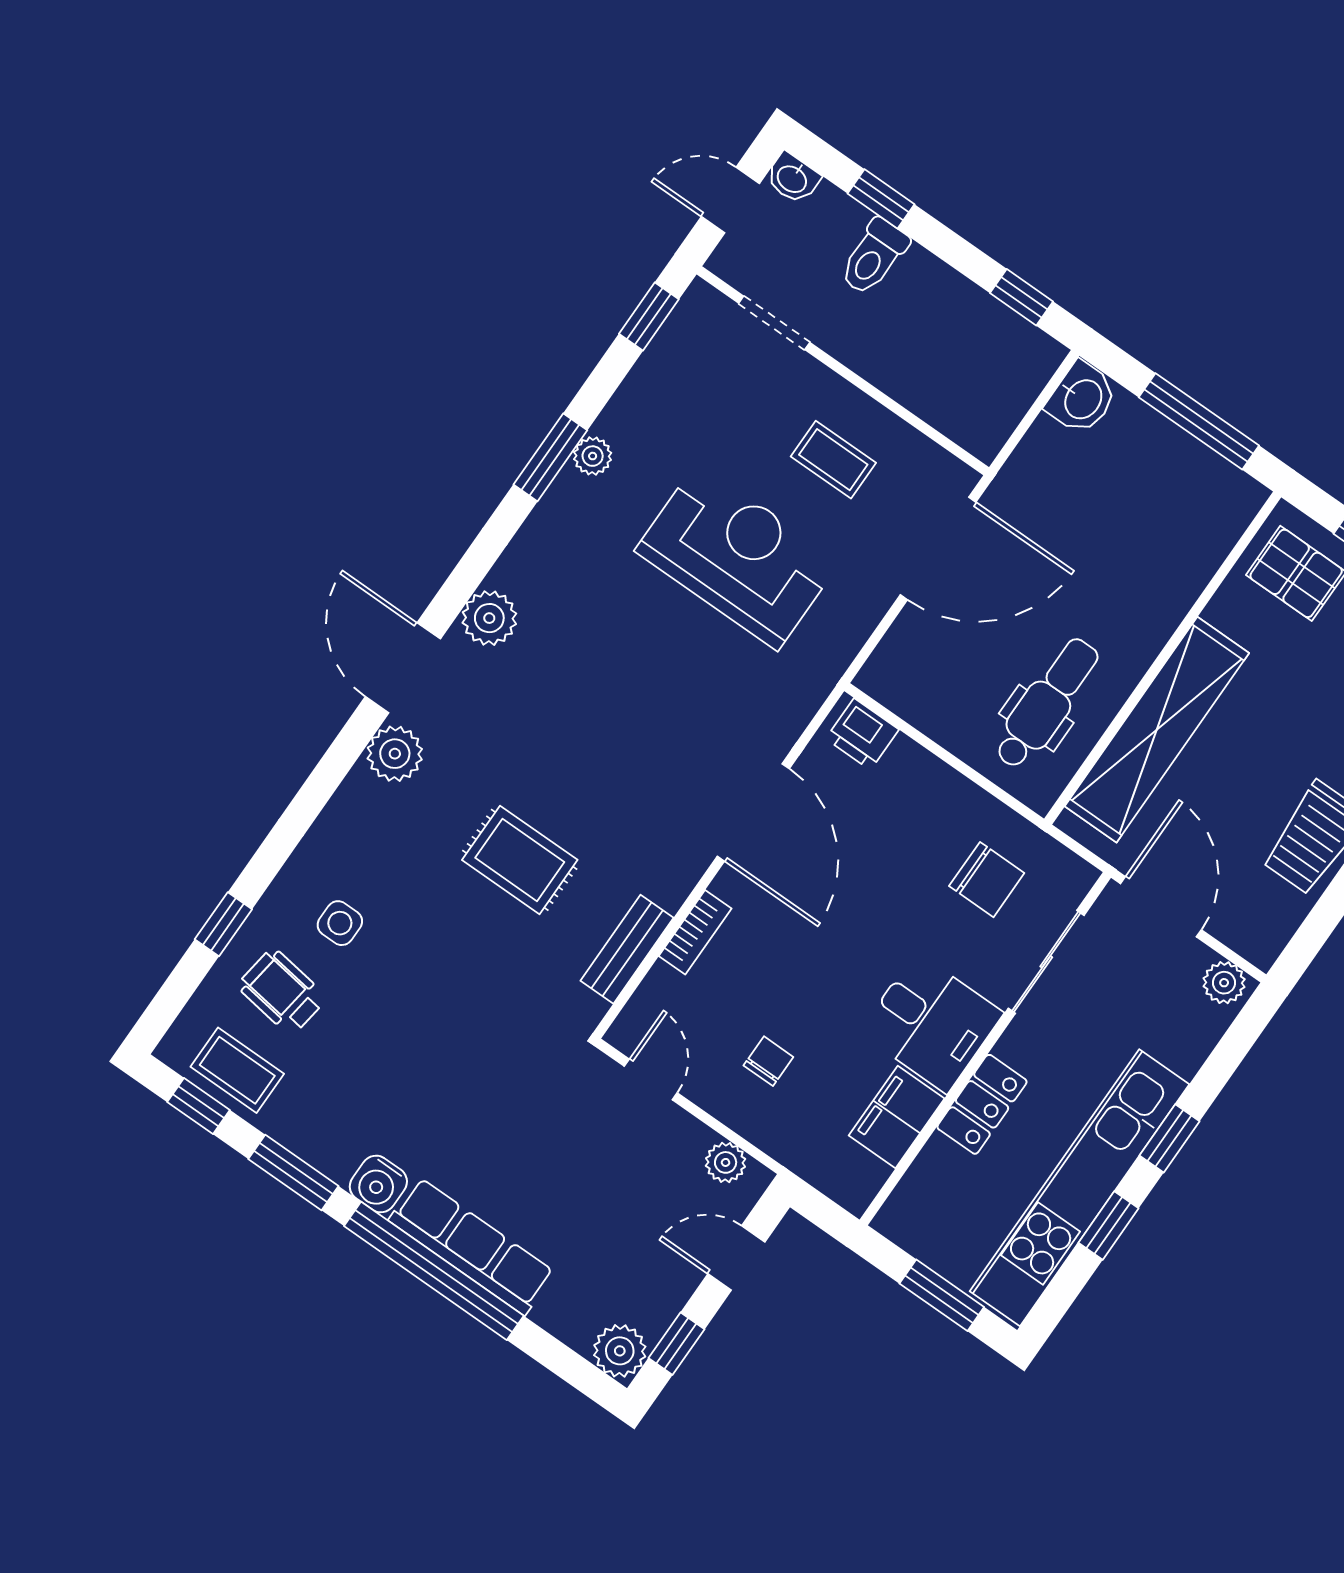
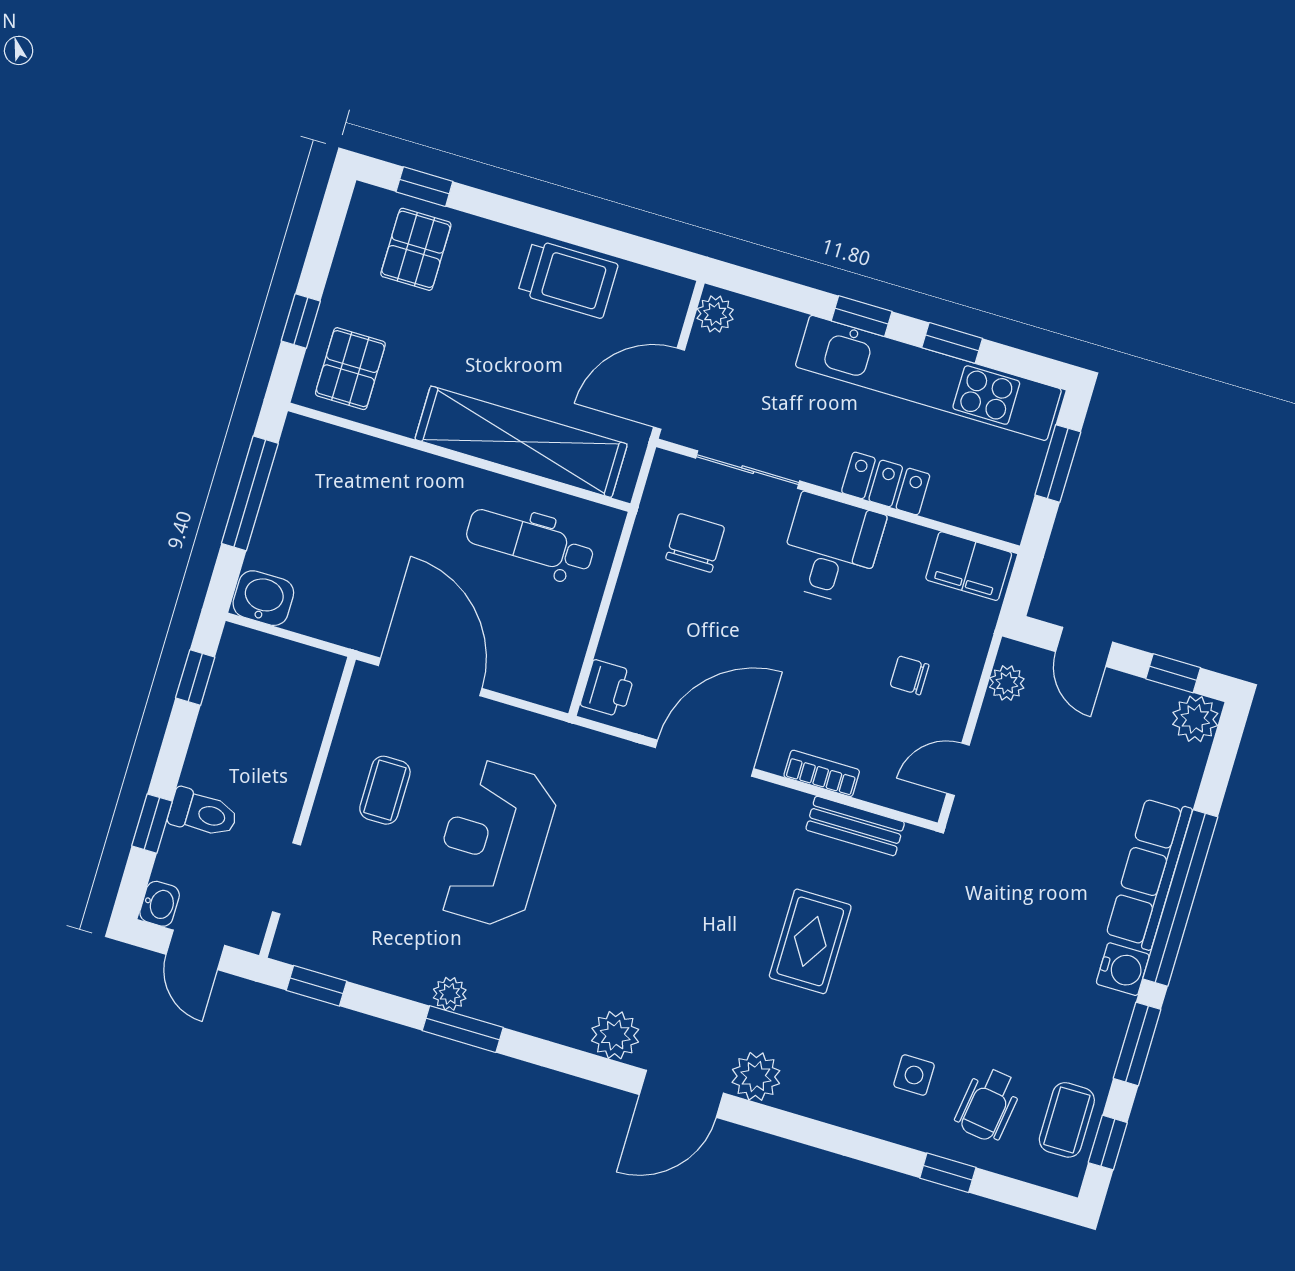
filing cabinet: (897, 1117) -> (969, 566), moved

